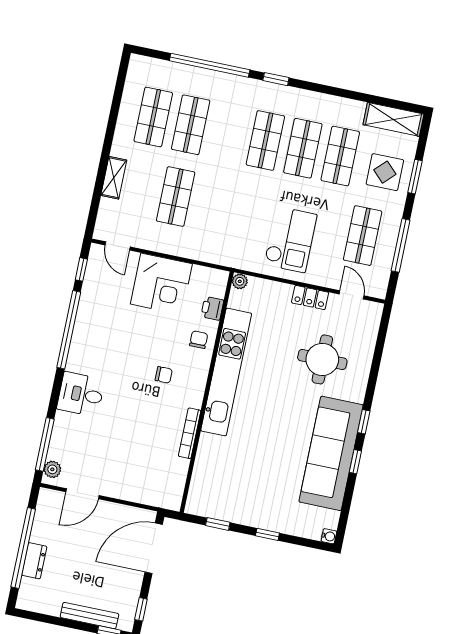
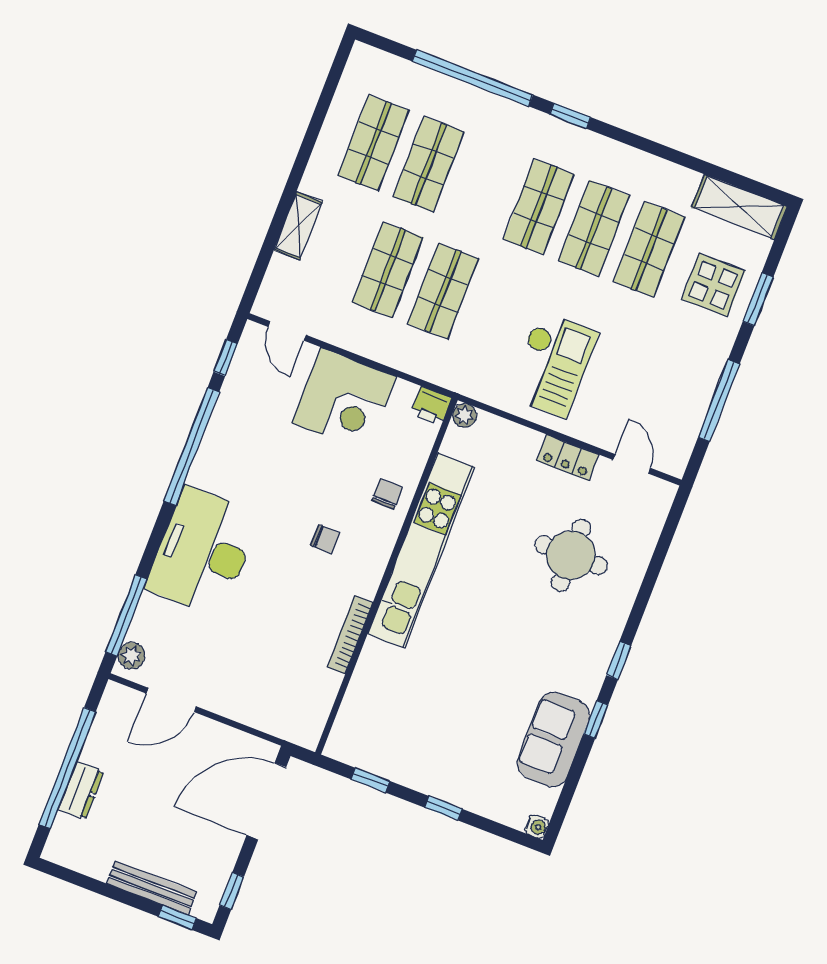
shop shelf: (363, 236) -> (443, 291), moved
printer: (212, 308) -> (431, 406), moved, turned -90
desk: (81, 394) -> (203, 551), width x1.87, depth x1.30
sofa: (331, 453) -> (553, 739), width x0.54, depth x0.79

